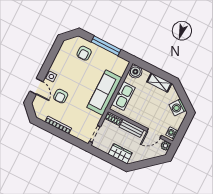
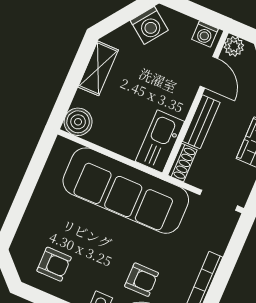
window: (106, 46) -> (26, 189), removed
armchair: (84, 53) -> (54, 264), moved
sofa: (104, 93) -> (126, 191), width x1.36, depth x1.27
kitchen sink: (123, 96) -> (160, 141), moved, turned -90

